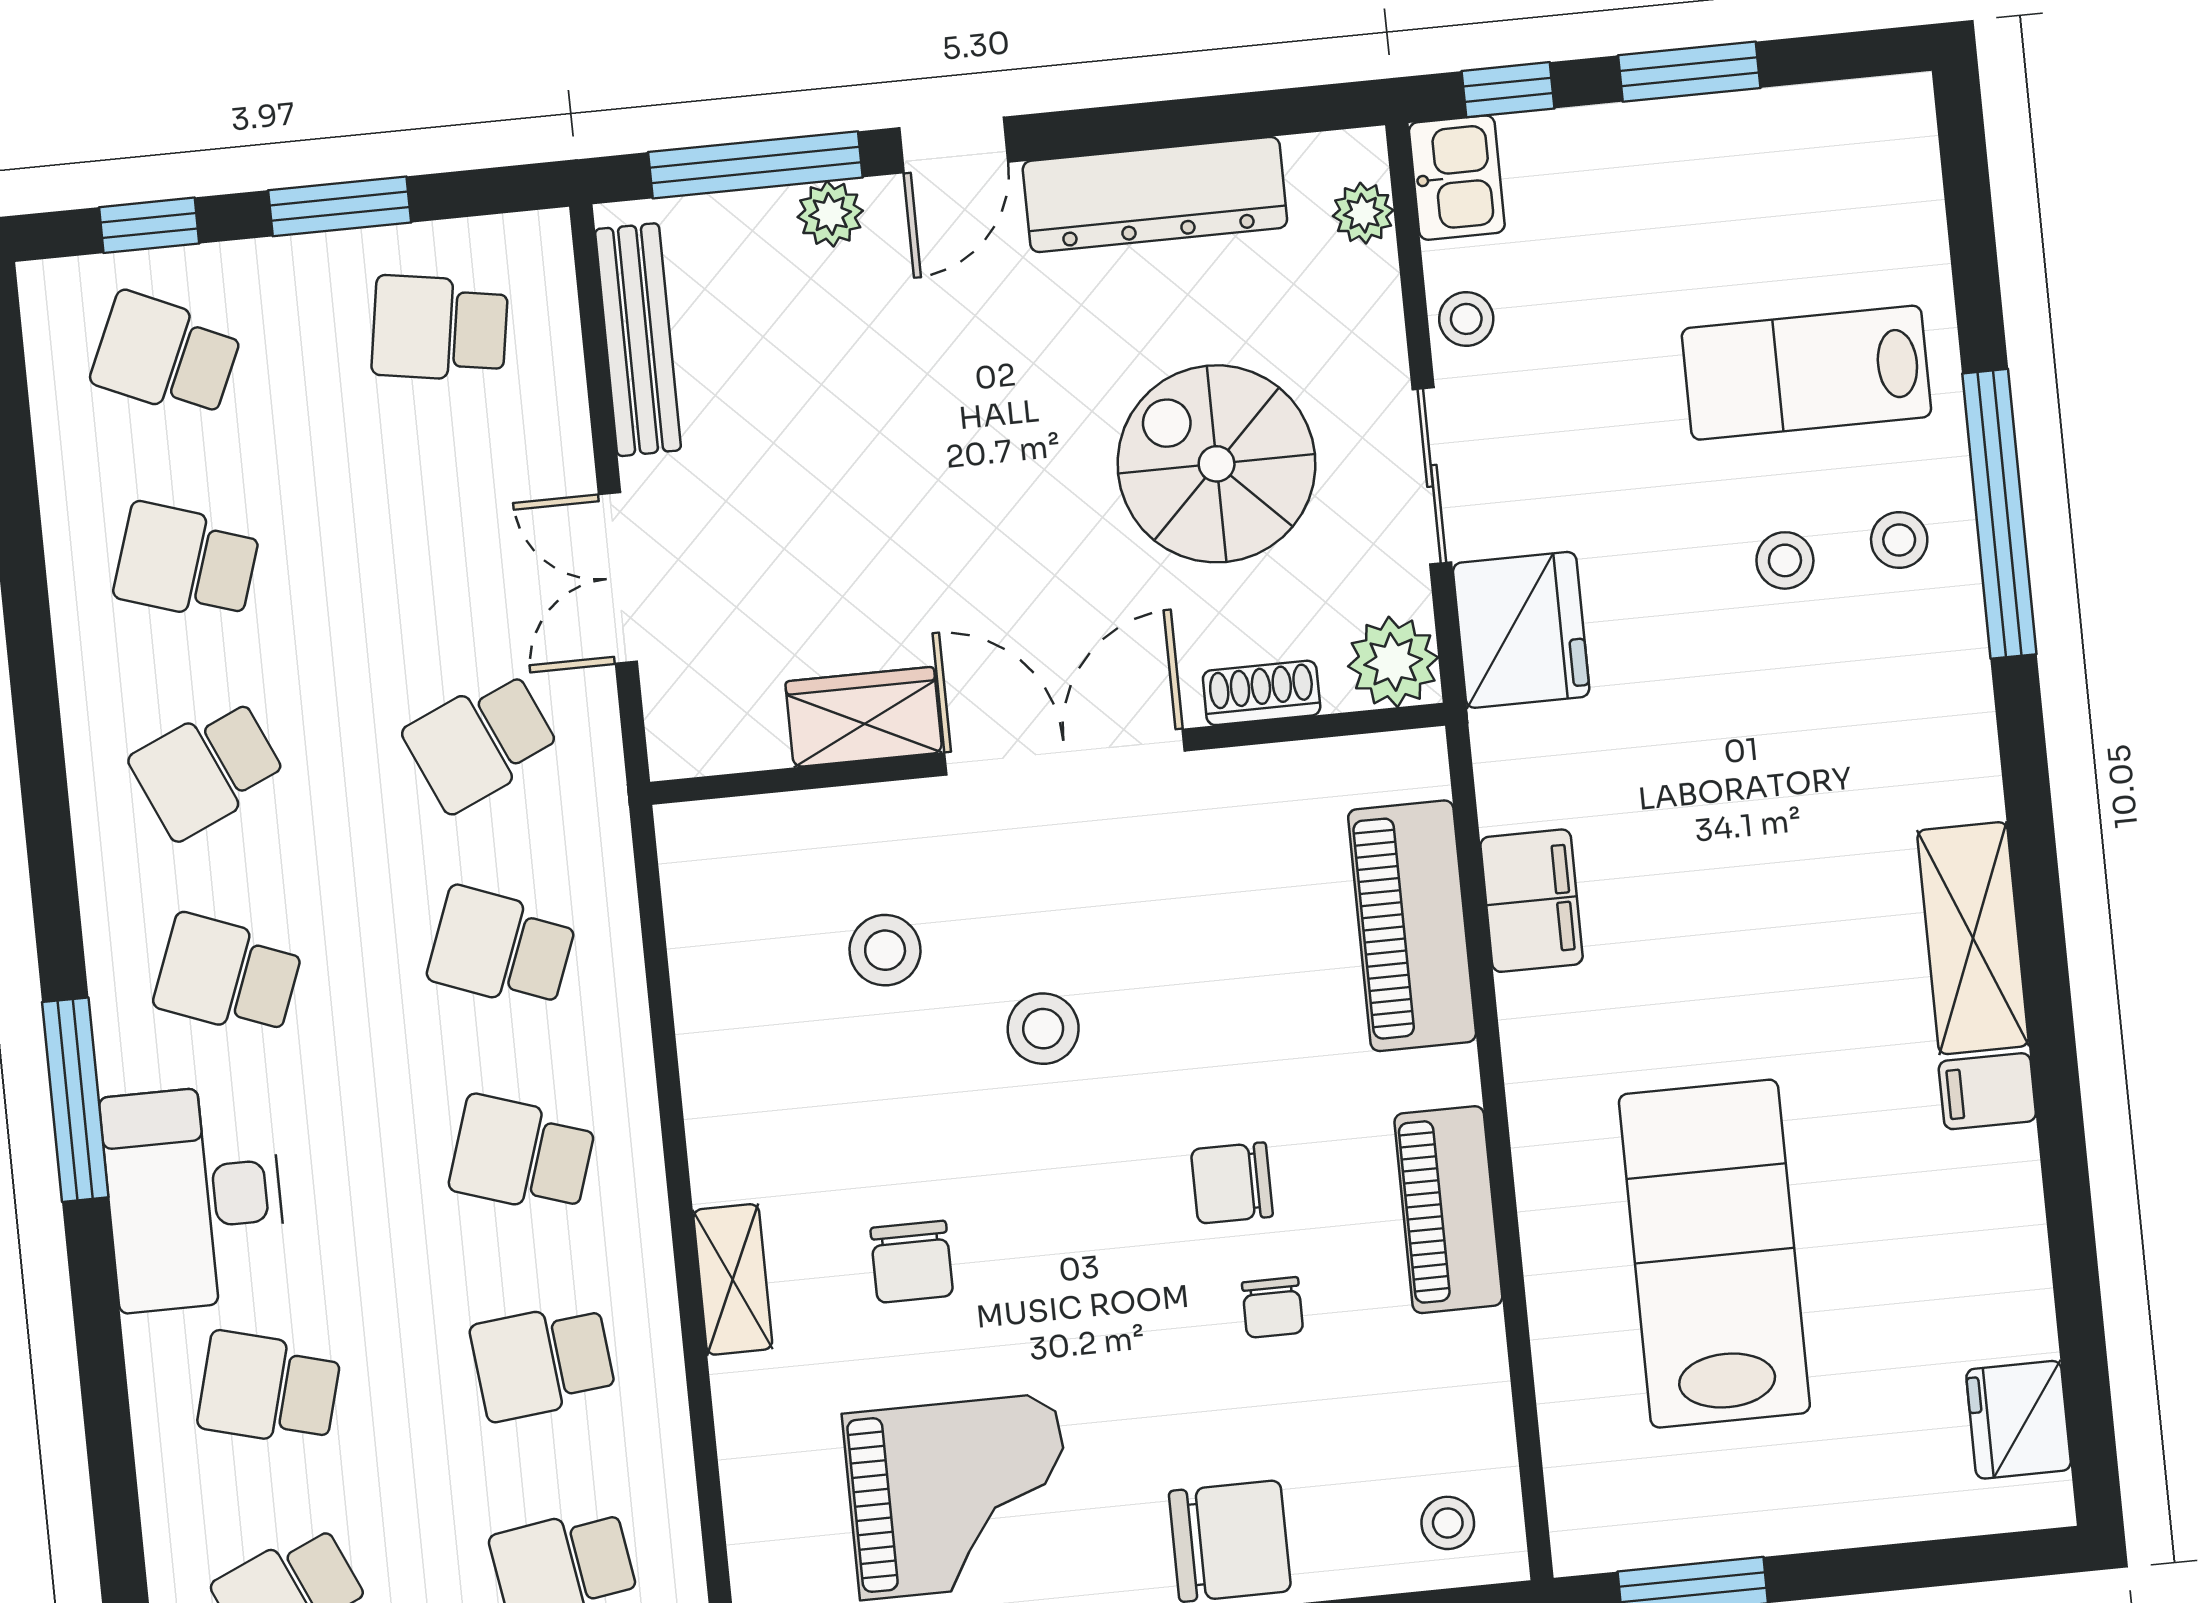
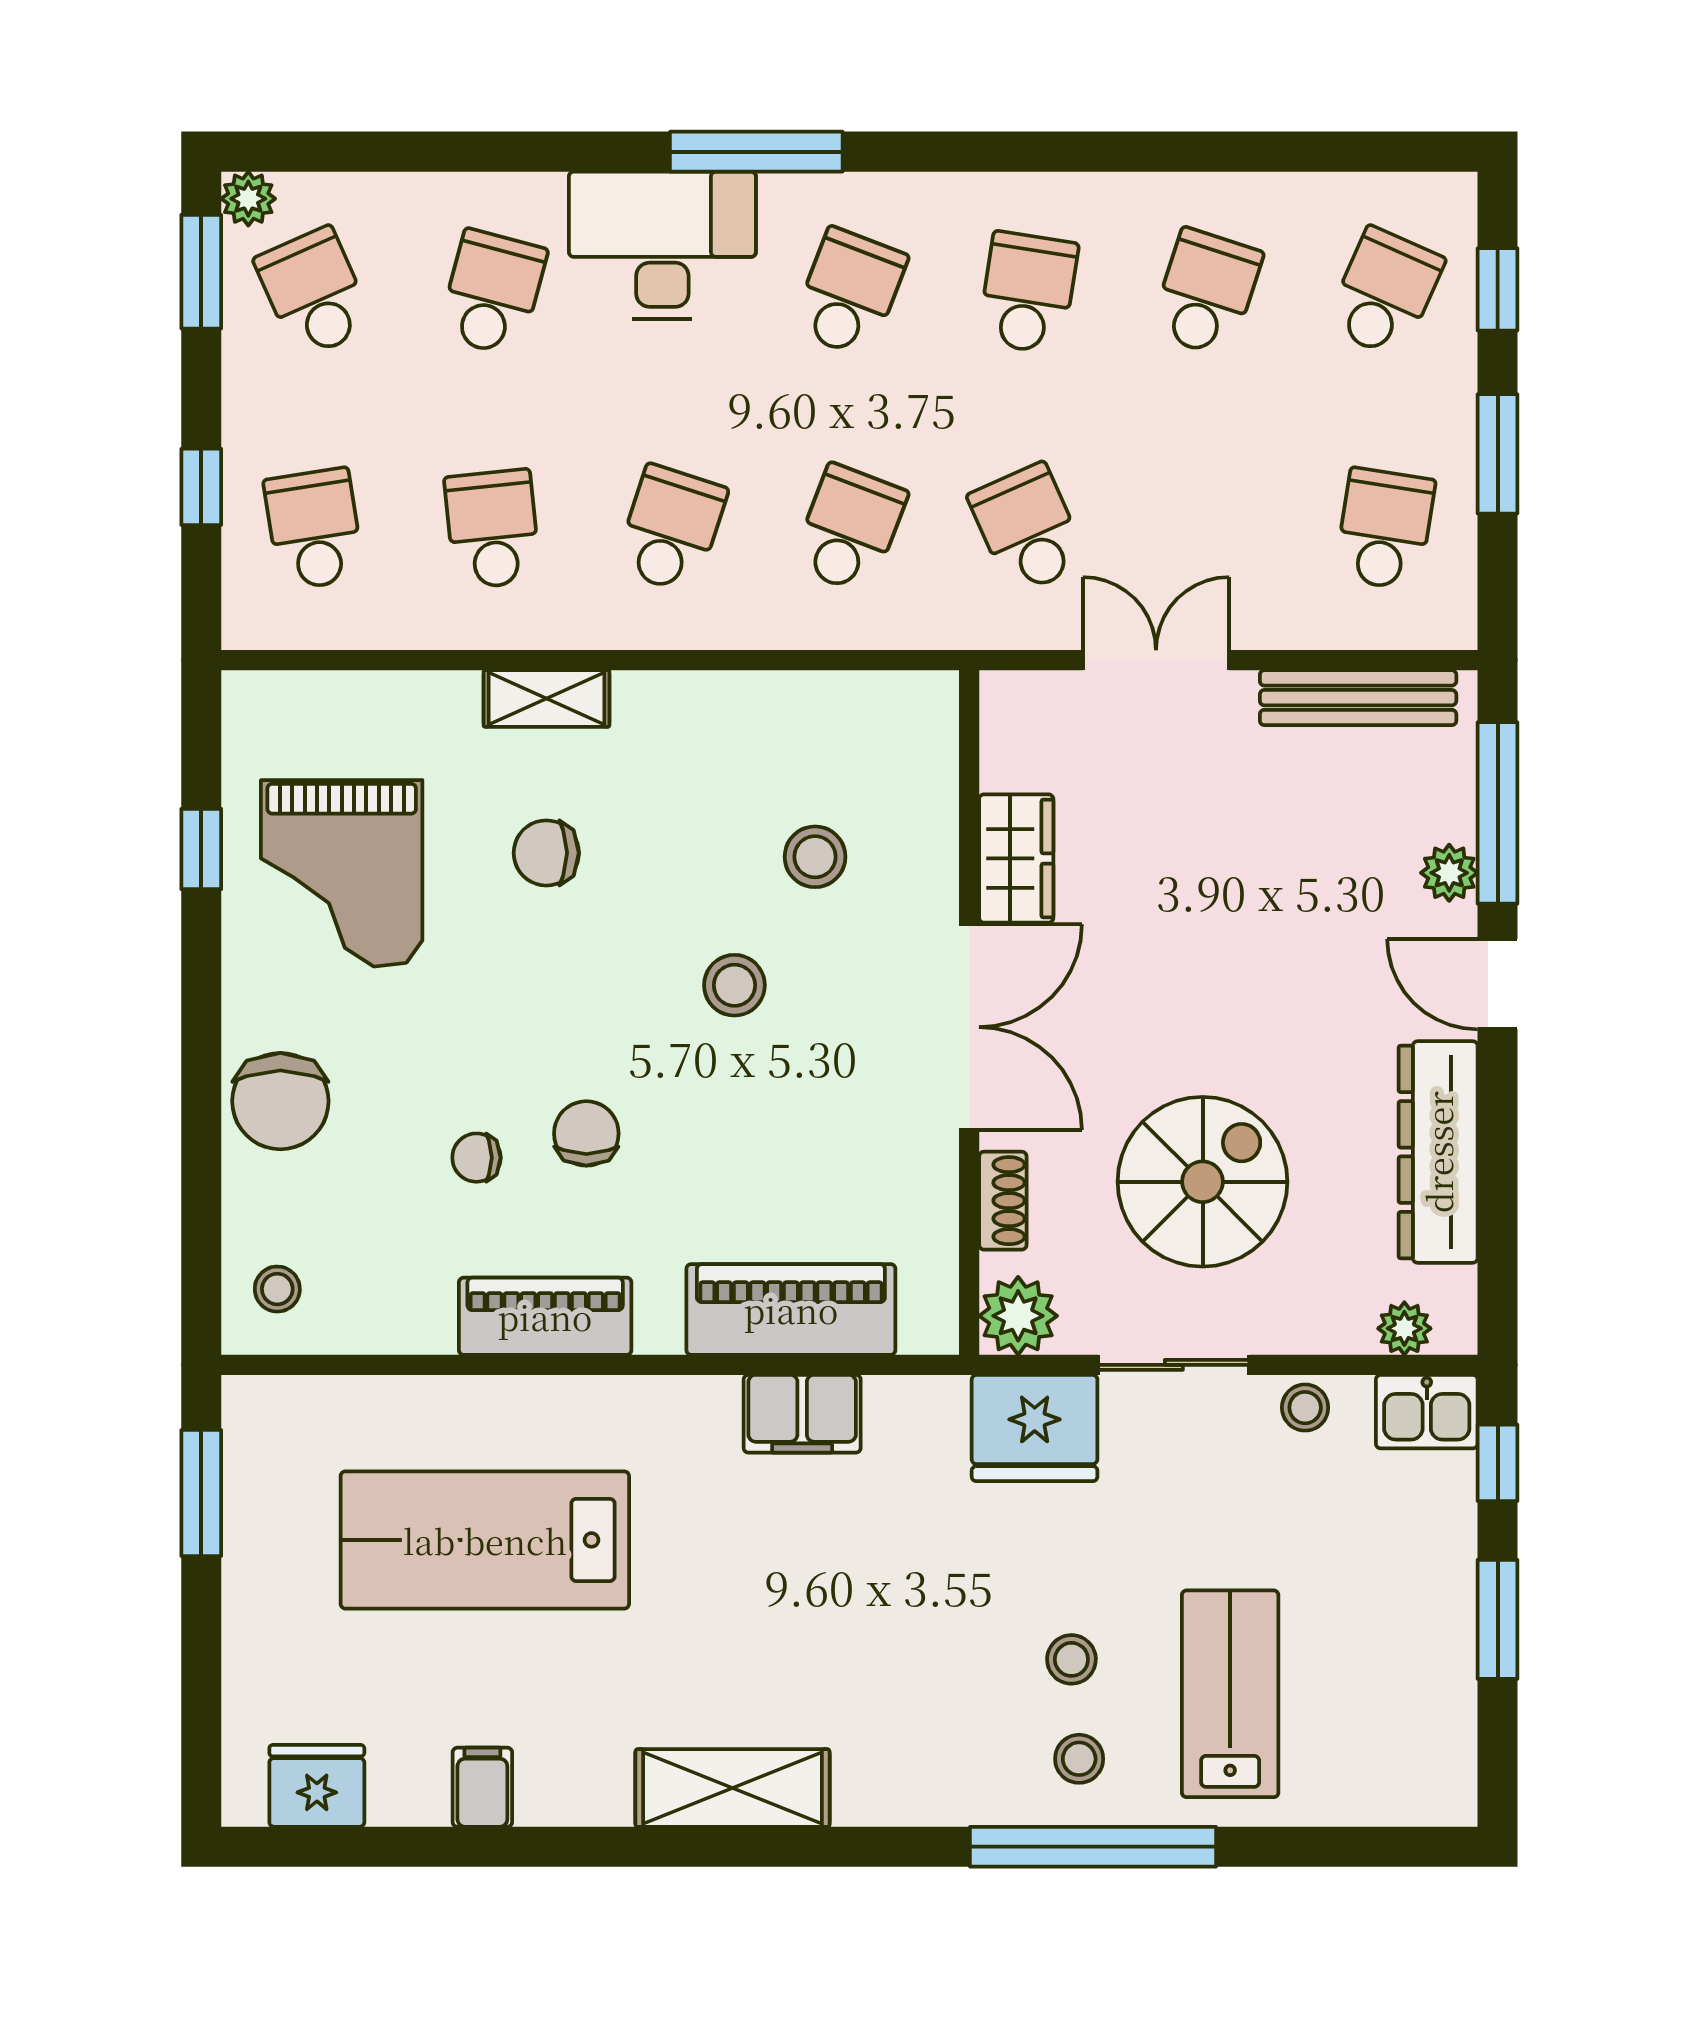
school desk: (207, 769) -> (1028, 293), turned 33
filing cabinet: (1987, 1091) -> (482, 1787), moved
lab bench: (1714, 1254) -> (485, 1540), turned 180

